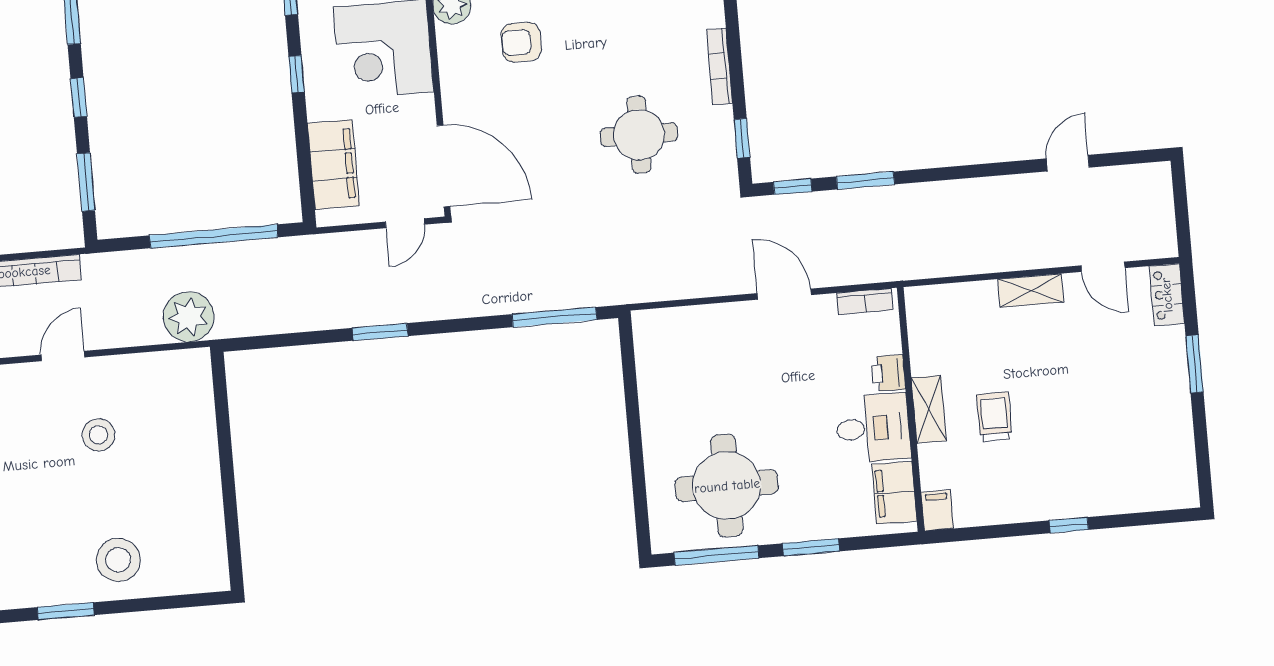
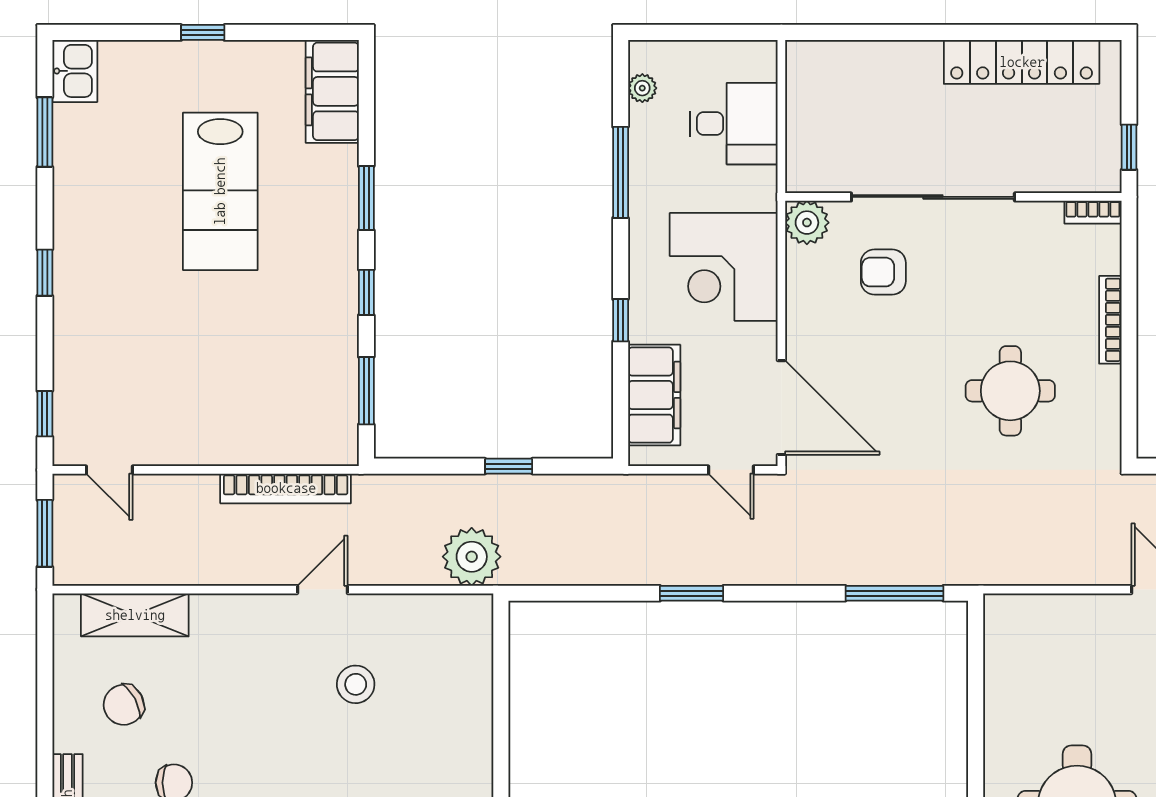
window: (297, 74) -> (621, 320), moved
window: (742, 138) -> (1129, 405), removed
door: (405, 223) -> (731, 470), hinge flipped
window: (214, 236) -> (509, 466), width x0.32

